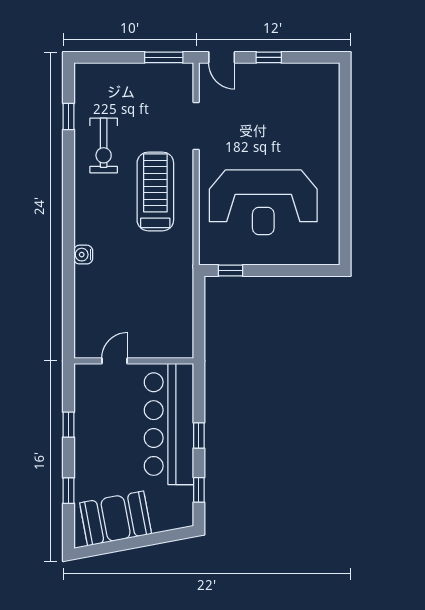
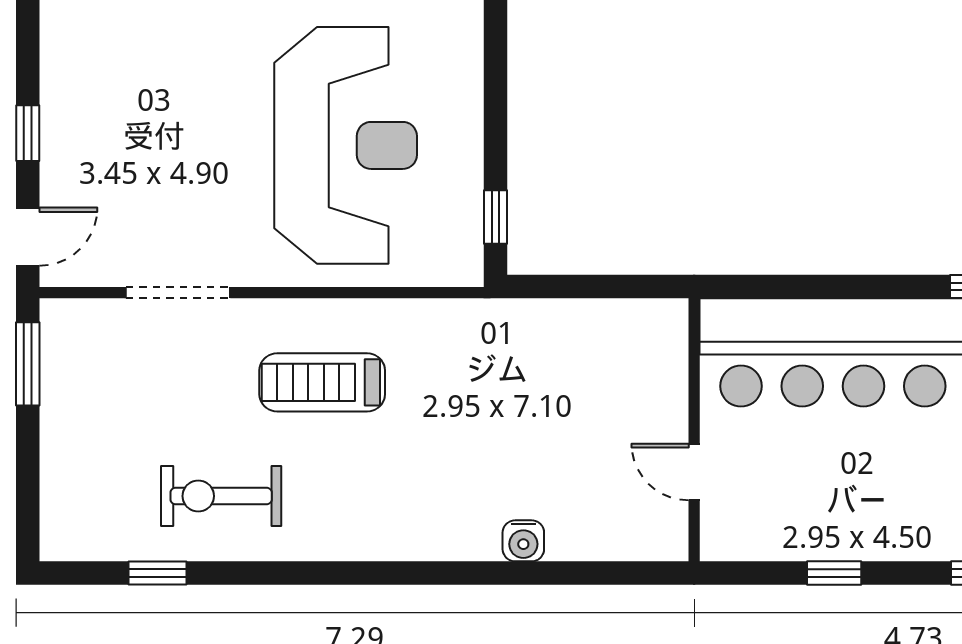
exercise bike: (104, 145) -> (221, 496), turned 180
treadmill: (155, 191) -> (322, 382), width x0.73, depth x0.73
water cooler: (83, 255) -> (523, 541), moved
window: (199, 436) -> (858, 287), removed

